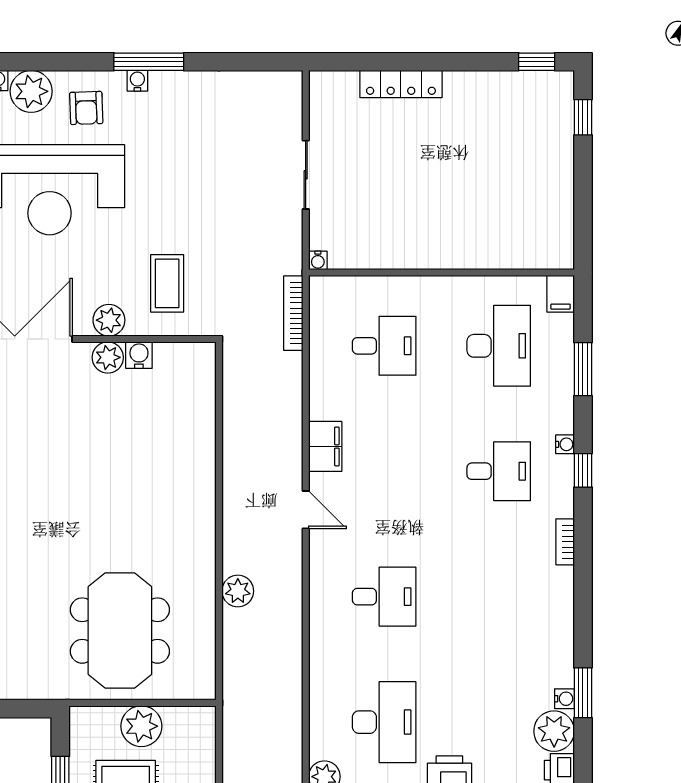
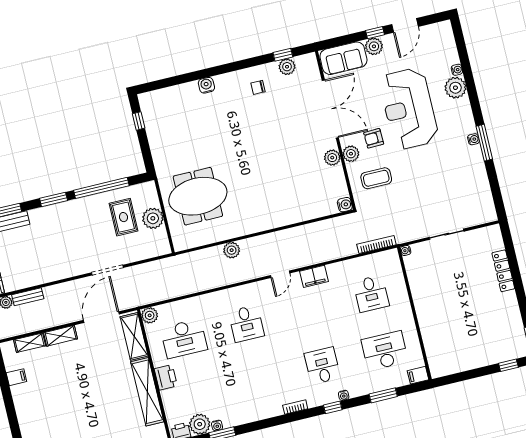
armchair: (86, 108) -> (374, 138), moved
desk: (499, 346) -> (385, 351), turned 180
water cooler: (139, 355) -> (345, 205), moved
desk: (499, 471) -> (322, 366), turned 180

